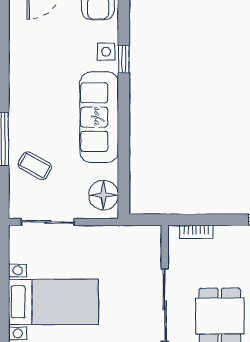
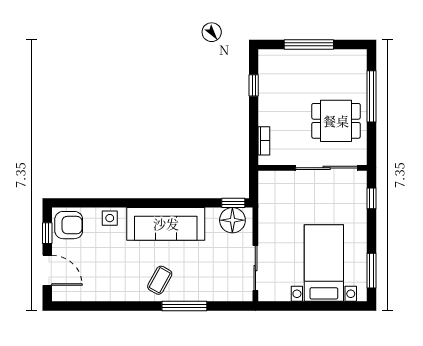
window: (124, 59) -> (233, 203), moved
coffee table: (35, 166) -> (160, 280), moved

